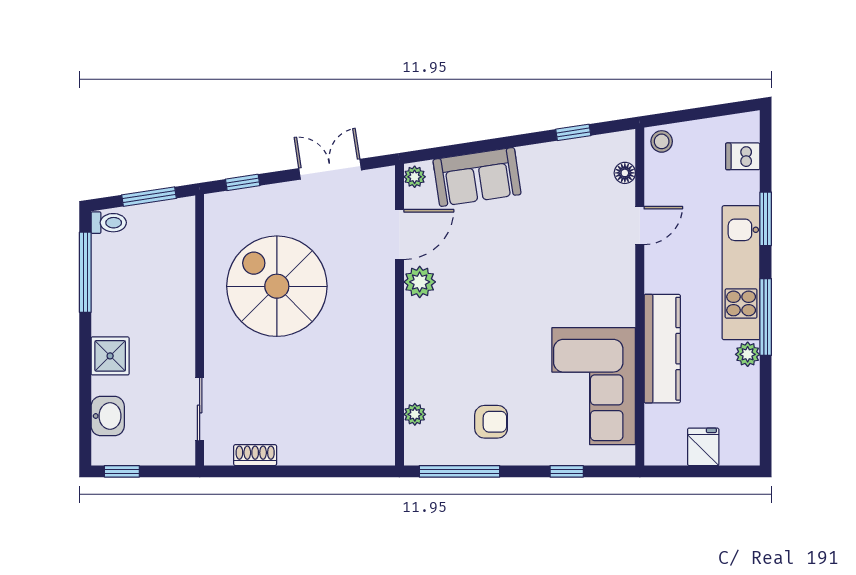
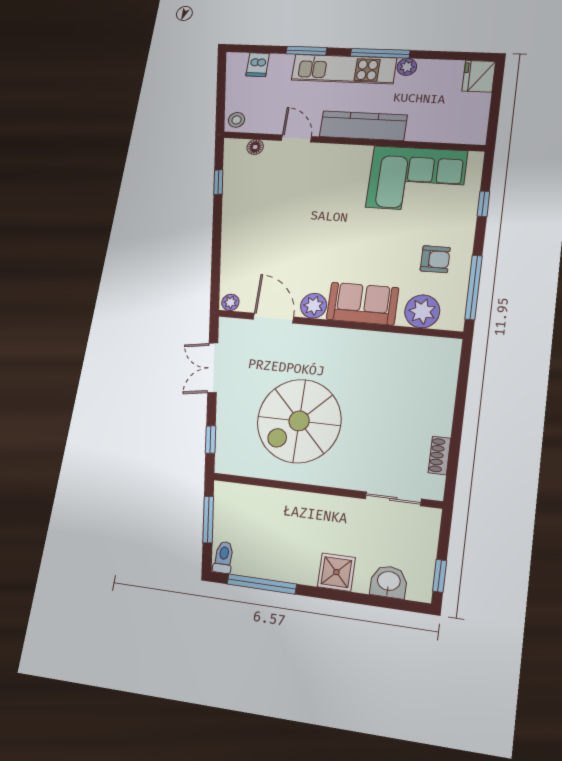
sofa: (477, 177) -> (363, 304), moved, turned -81
kitchen counter: (662, 349) -> (363, 126), moved
plant: (415, 414) -> (422, 311), width x1.87, depth x1.87
armchair: (491, 422) -> (435, 259), turned 90
fridge: (703, 447) -> (479, 76), moved, width x1.38

